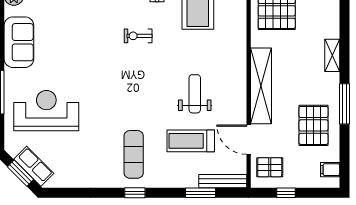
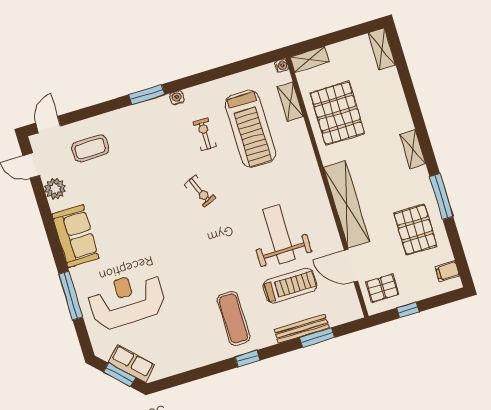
exercise bike: (138, 36) -> (200, 191), turned -114
weight bench: (195, 94) -> (279, 234), width x1.36, depth x1.33
treadmill: (191, 141) -> (290, 286), turned 180
bench: (223, 181) -> (302, 329), moved

